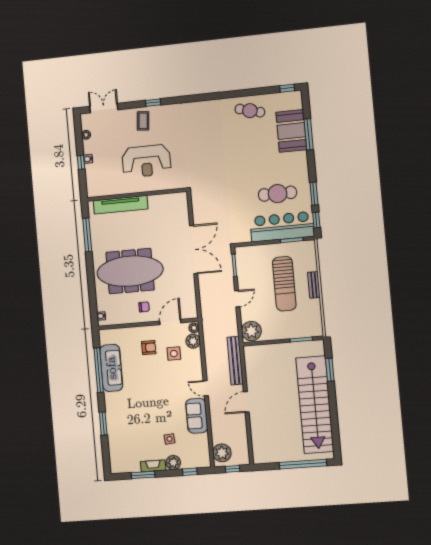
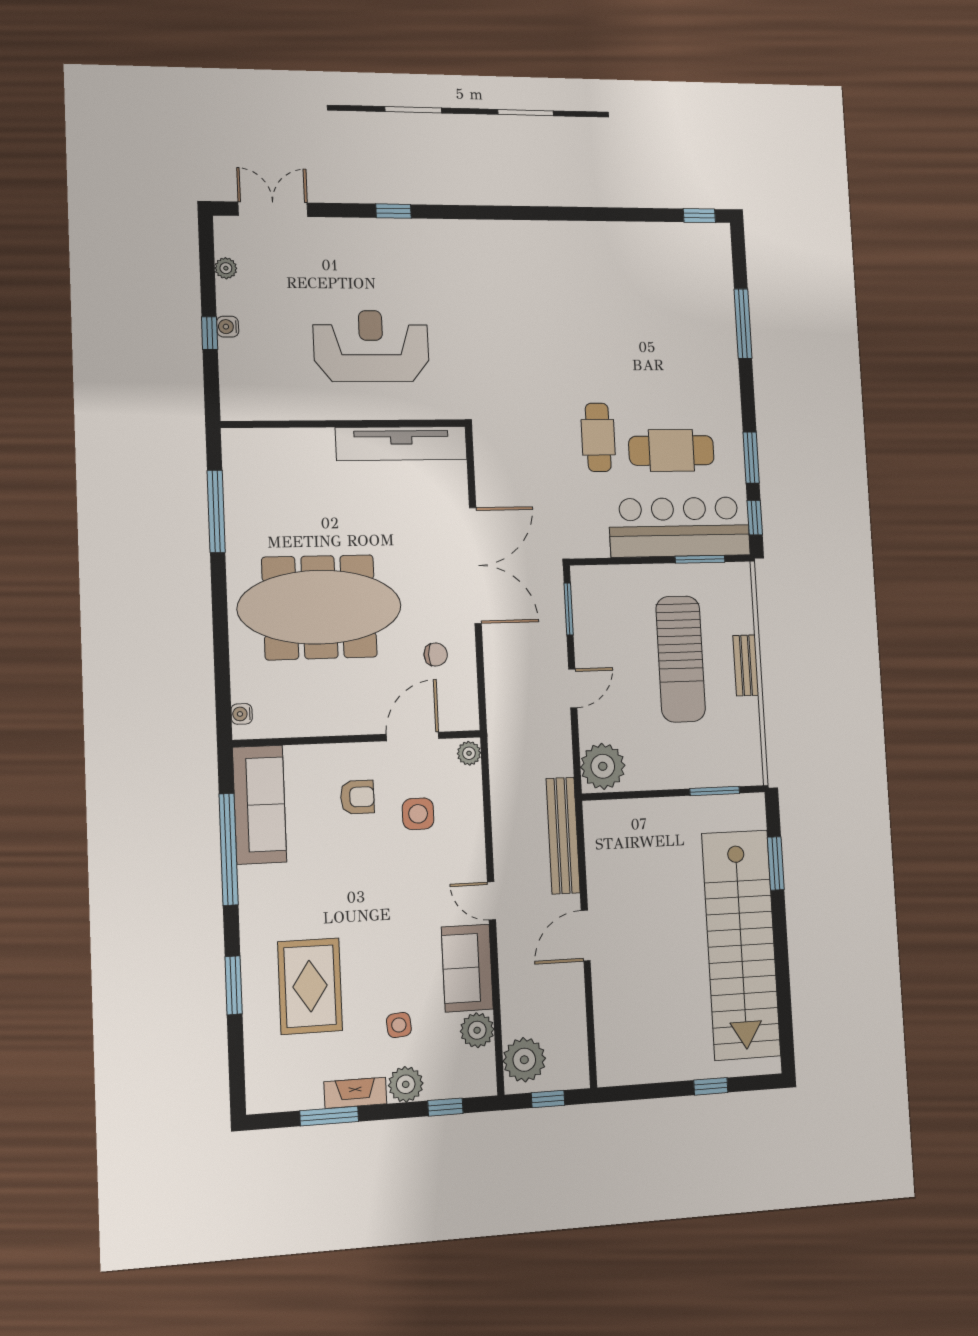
cafe table: (250, 111) -> (598, 437), moved, turned 75
coffee table: (143, 121) -> (367, 251), removed
booth: (291, 131) -> (706, 312), removed
reception desk: (146, 161) -> (371, 346), turned 180
tv unit: (120, 205) -> (401, 443), moved
chair: (144, 307) -> (436, 655), moved
plant: (193, 341) -> (477, 1030), moved
sofa: (111, 368) -> (260, 805), moved
rug: (133, 424) -> (310, 986), added
window: (303, 464) -> (711, 1086), width x0.32

